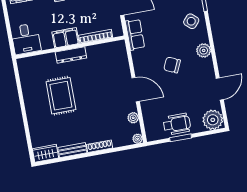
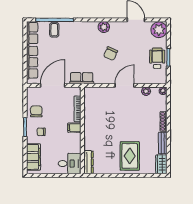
side table: (191, 21) -> (79, 33), removed
filing cabinet: (66, 38) -> (74, 128), width x0.50
dresser: (71, 55) -> (89, 162), moved
rug: (61, 96) -> (130, 156), moved, turned 90

